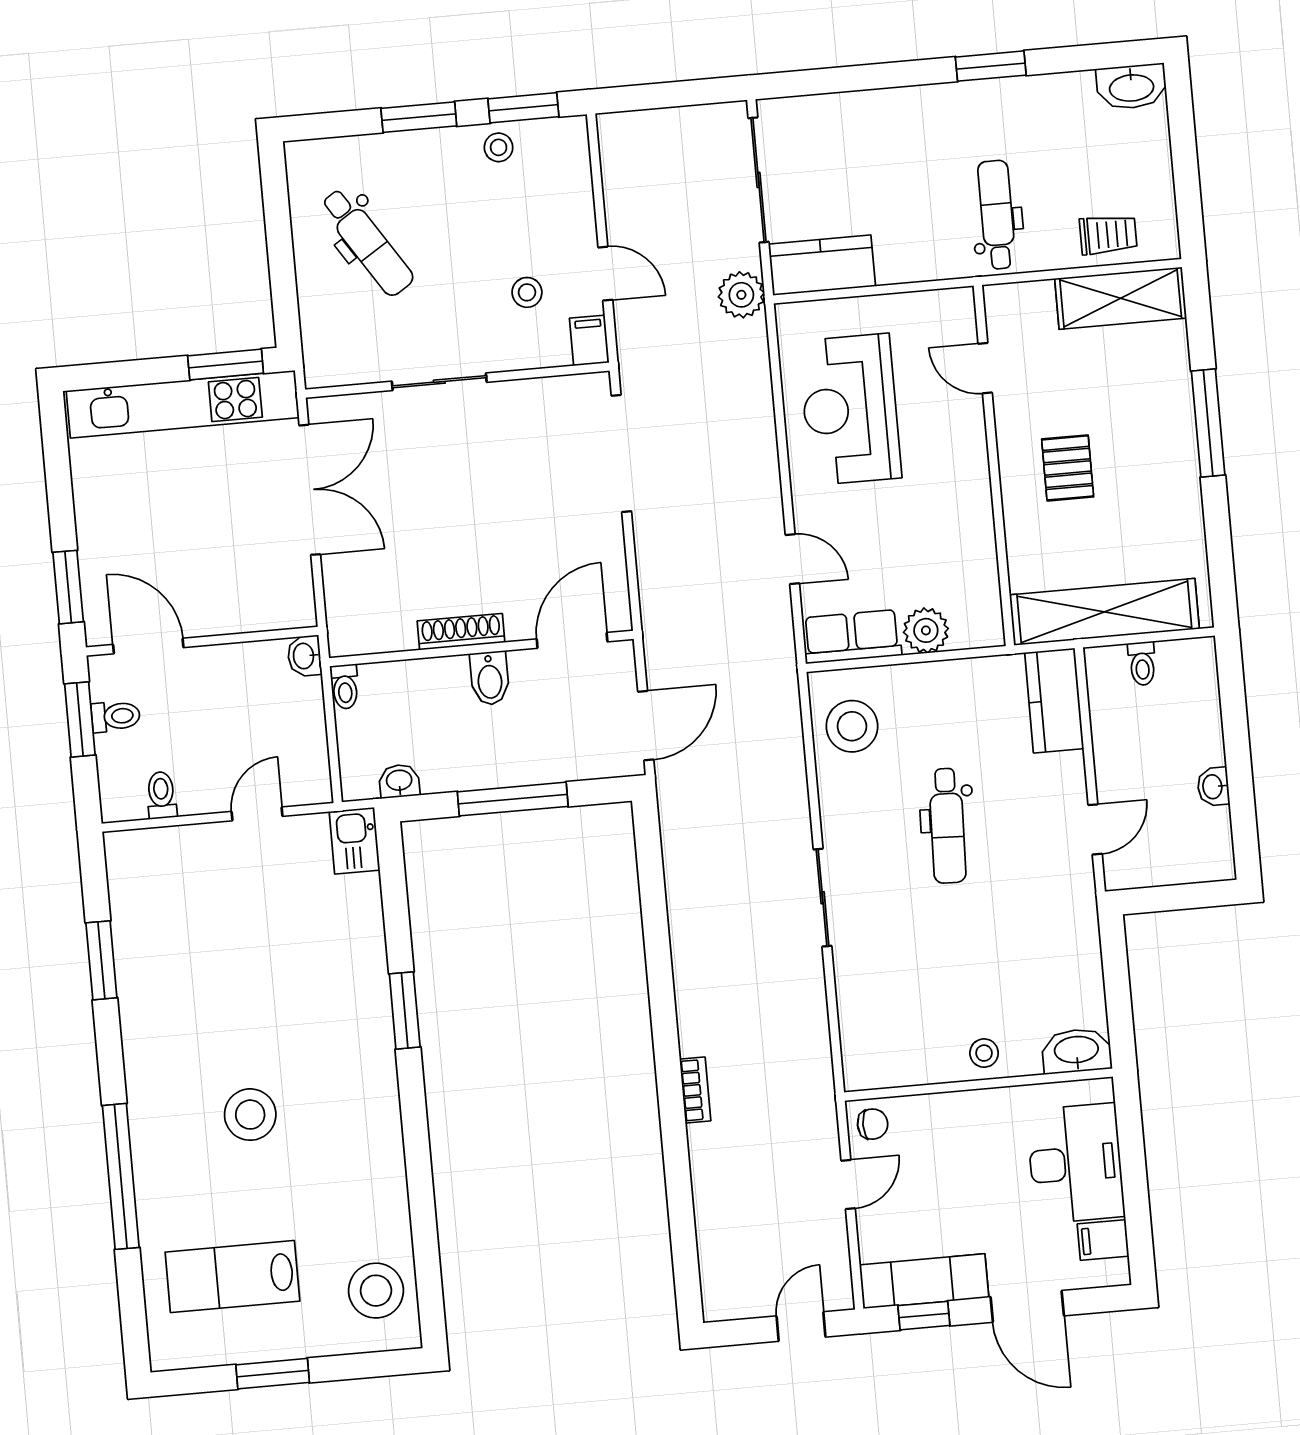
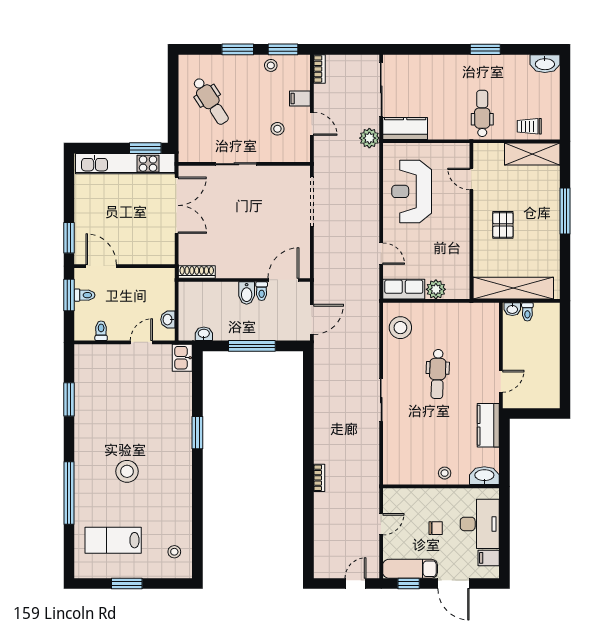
bookcase: (611, 146) -> (319, 69), added
trolley: (1108, 235) -> (529, 126), turned 180
filing cabinet: (589, 340) -> (300, 98), moved, turned -90
shoe rack: (461, 632) -> (197, 272), moved
washbasin: (304, 656) -> (168, 320), moved
toilet: (345, 687) -> (262, 291), moved
kitchen counter: (1054, 701) -> (488, 425), moved
washbasin: (1213, 787) -> (512, 309), moved, turned -90
chair: (873, 1124) -> (436, 528), moved
stool: (376, 1291) -> (174, 552), width x0.53, depth x0.53

